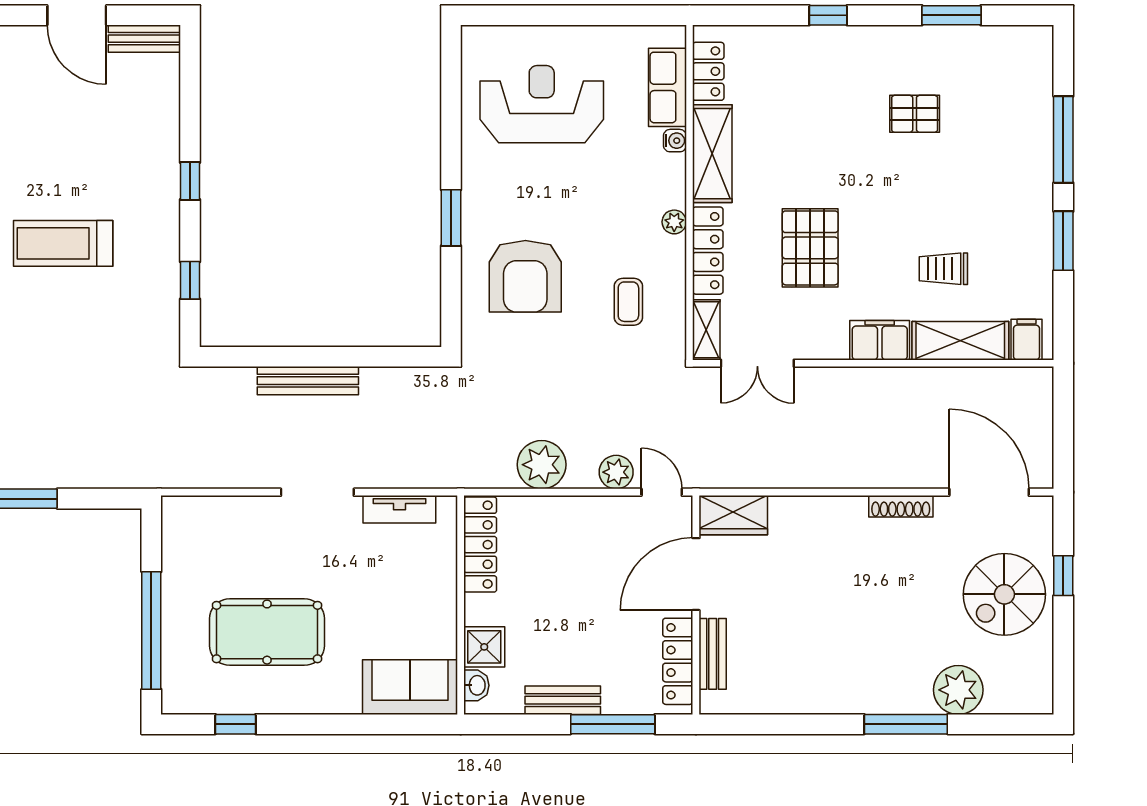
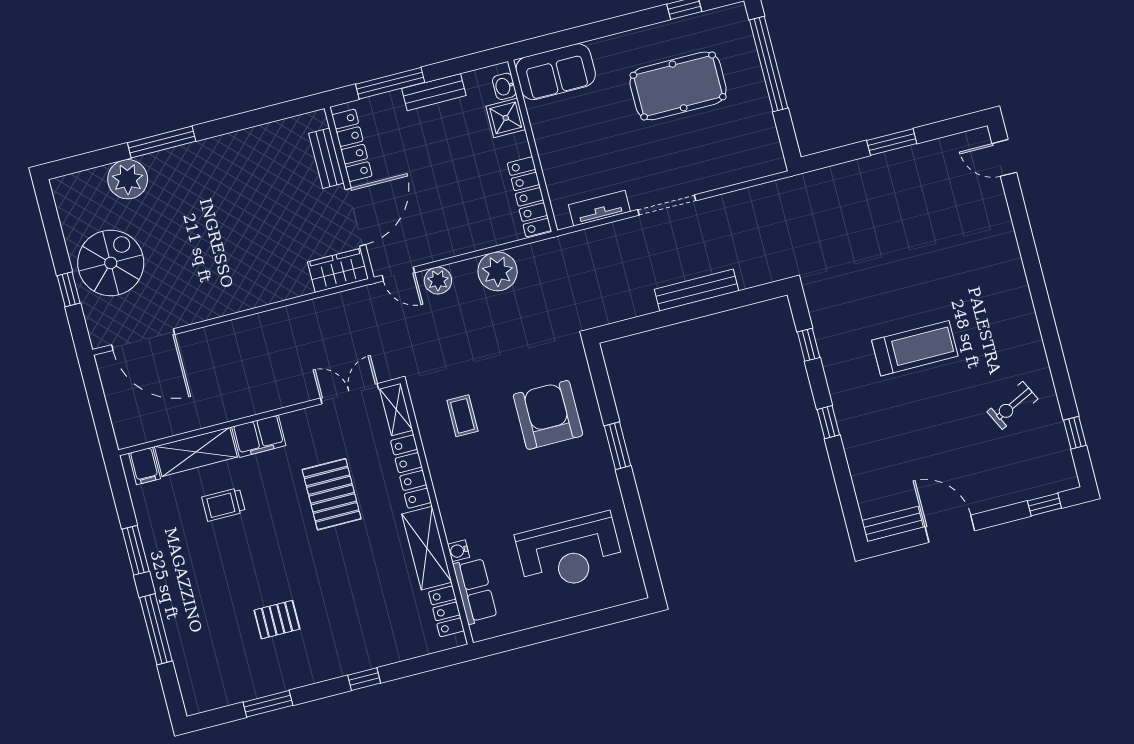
plant: (674, 222) -> (443, 487), removed
trolley: (943, 269) -> (224, 505), turned 180
shoe rack: (901, 506) -> (209, 311), removed

